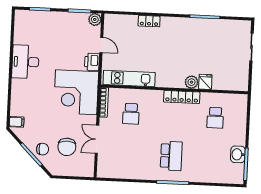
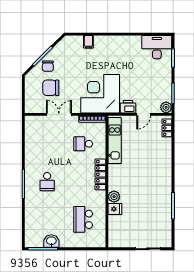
locker: (149, 21) -> (167, 128), moved
desk: (25, 62) -> (157, 47), moved
locker: (182, 97) -> (100, 174), moved
school desk: (215, 118) -> (83, 219), width x1.85
filing cabinet: (17, 122) -> (88, 42), moved
school desk: (171, 156) -> (47, 182), width x0.54

